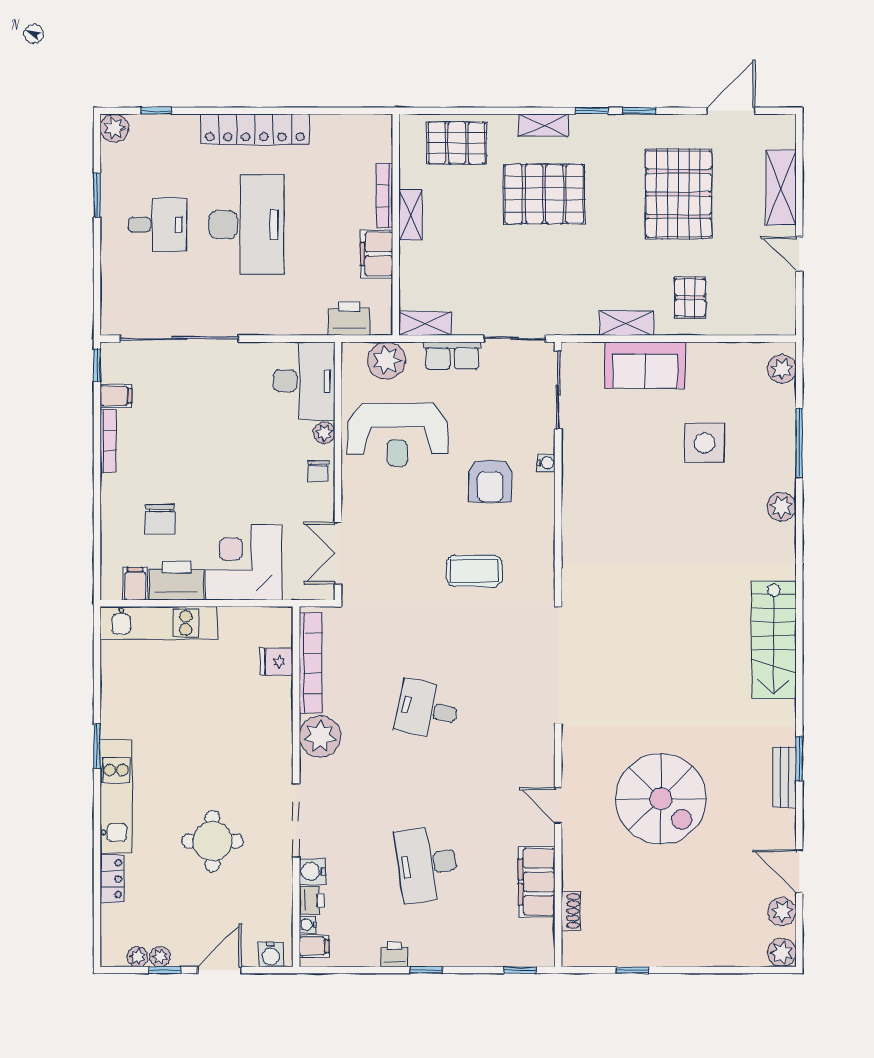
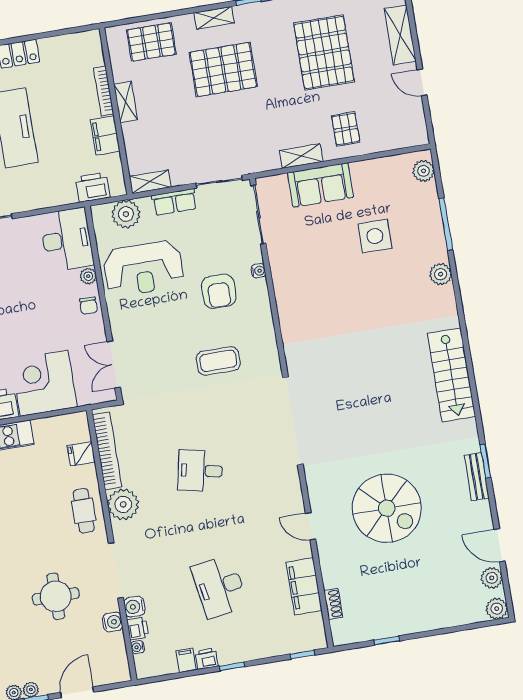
cafe table: (267, 736) -> (84, 511), added
filing cabinet: (314, 946) -> (186, 660), moved, turned -90
water cooler: (271, 955) -> (113, 622), moved, turned -90

